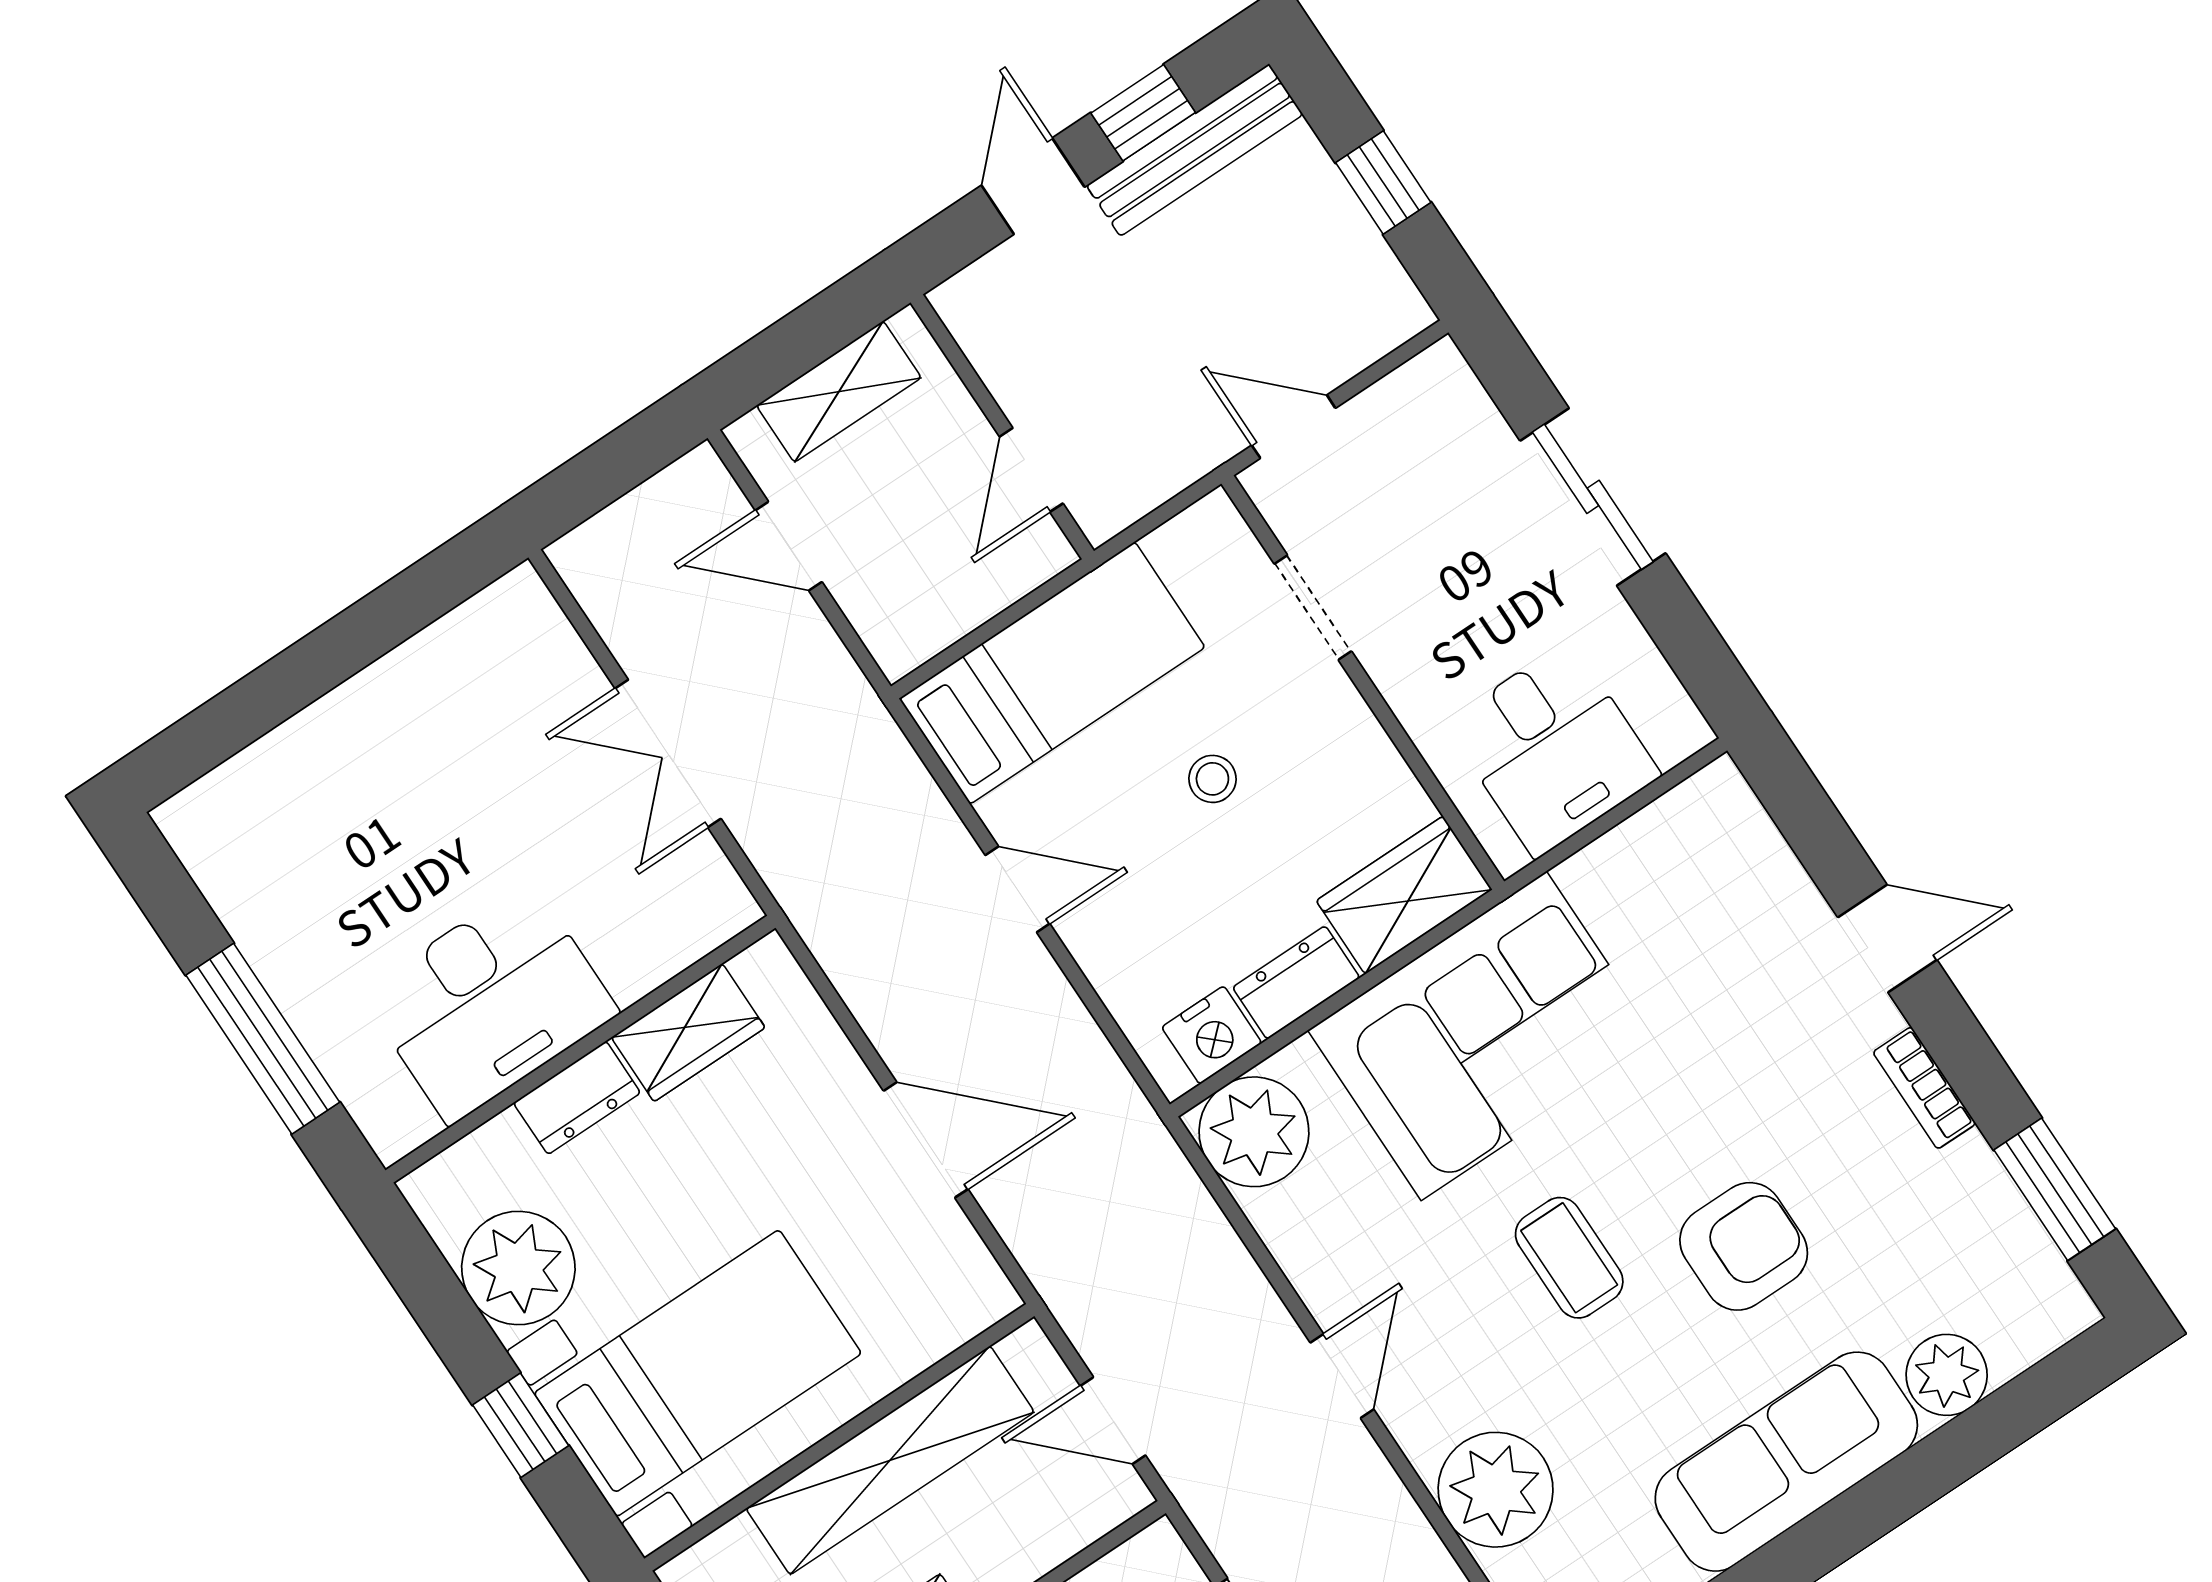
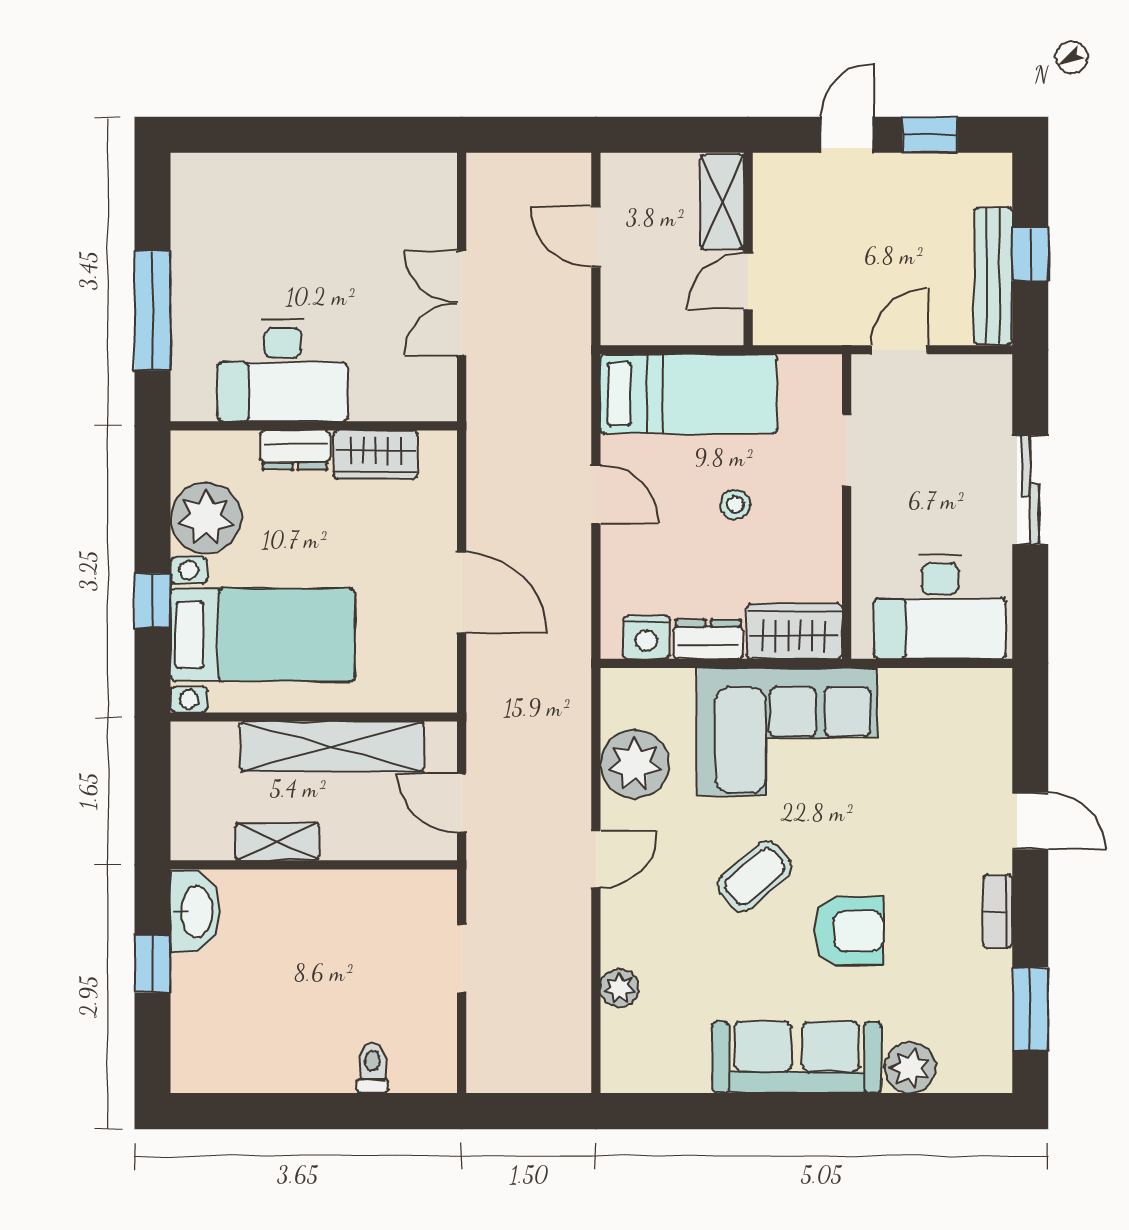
bench: (1195, 150) -> (993, 276), moved, turned 90
shelving: (839, 392) -> (722, 202), moved, turned 90
door: (1294, 427) -> (899, 350), hinge flipped
desk: (1553, 749) -> (940, 607), width x1.37
plant: (1254, 1132) -> (635, 764), moved
coffee table: (1569, 1258) -> (755, 876), turned 49
plant: (1496, 1490) -> (619, 988), width x0.53, depth x0.53

